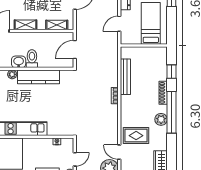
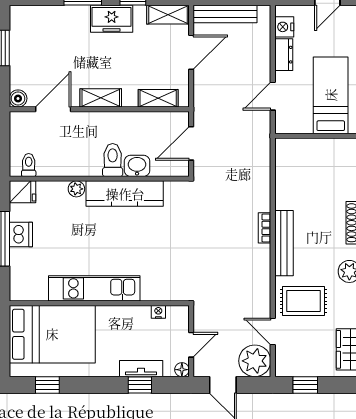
washbasin: (19, 62) -> (137, 166), moved
bench: (125, 77) -> (284, 243), moved

